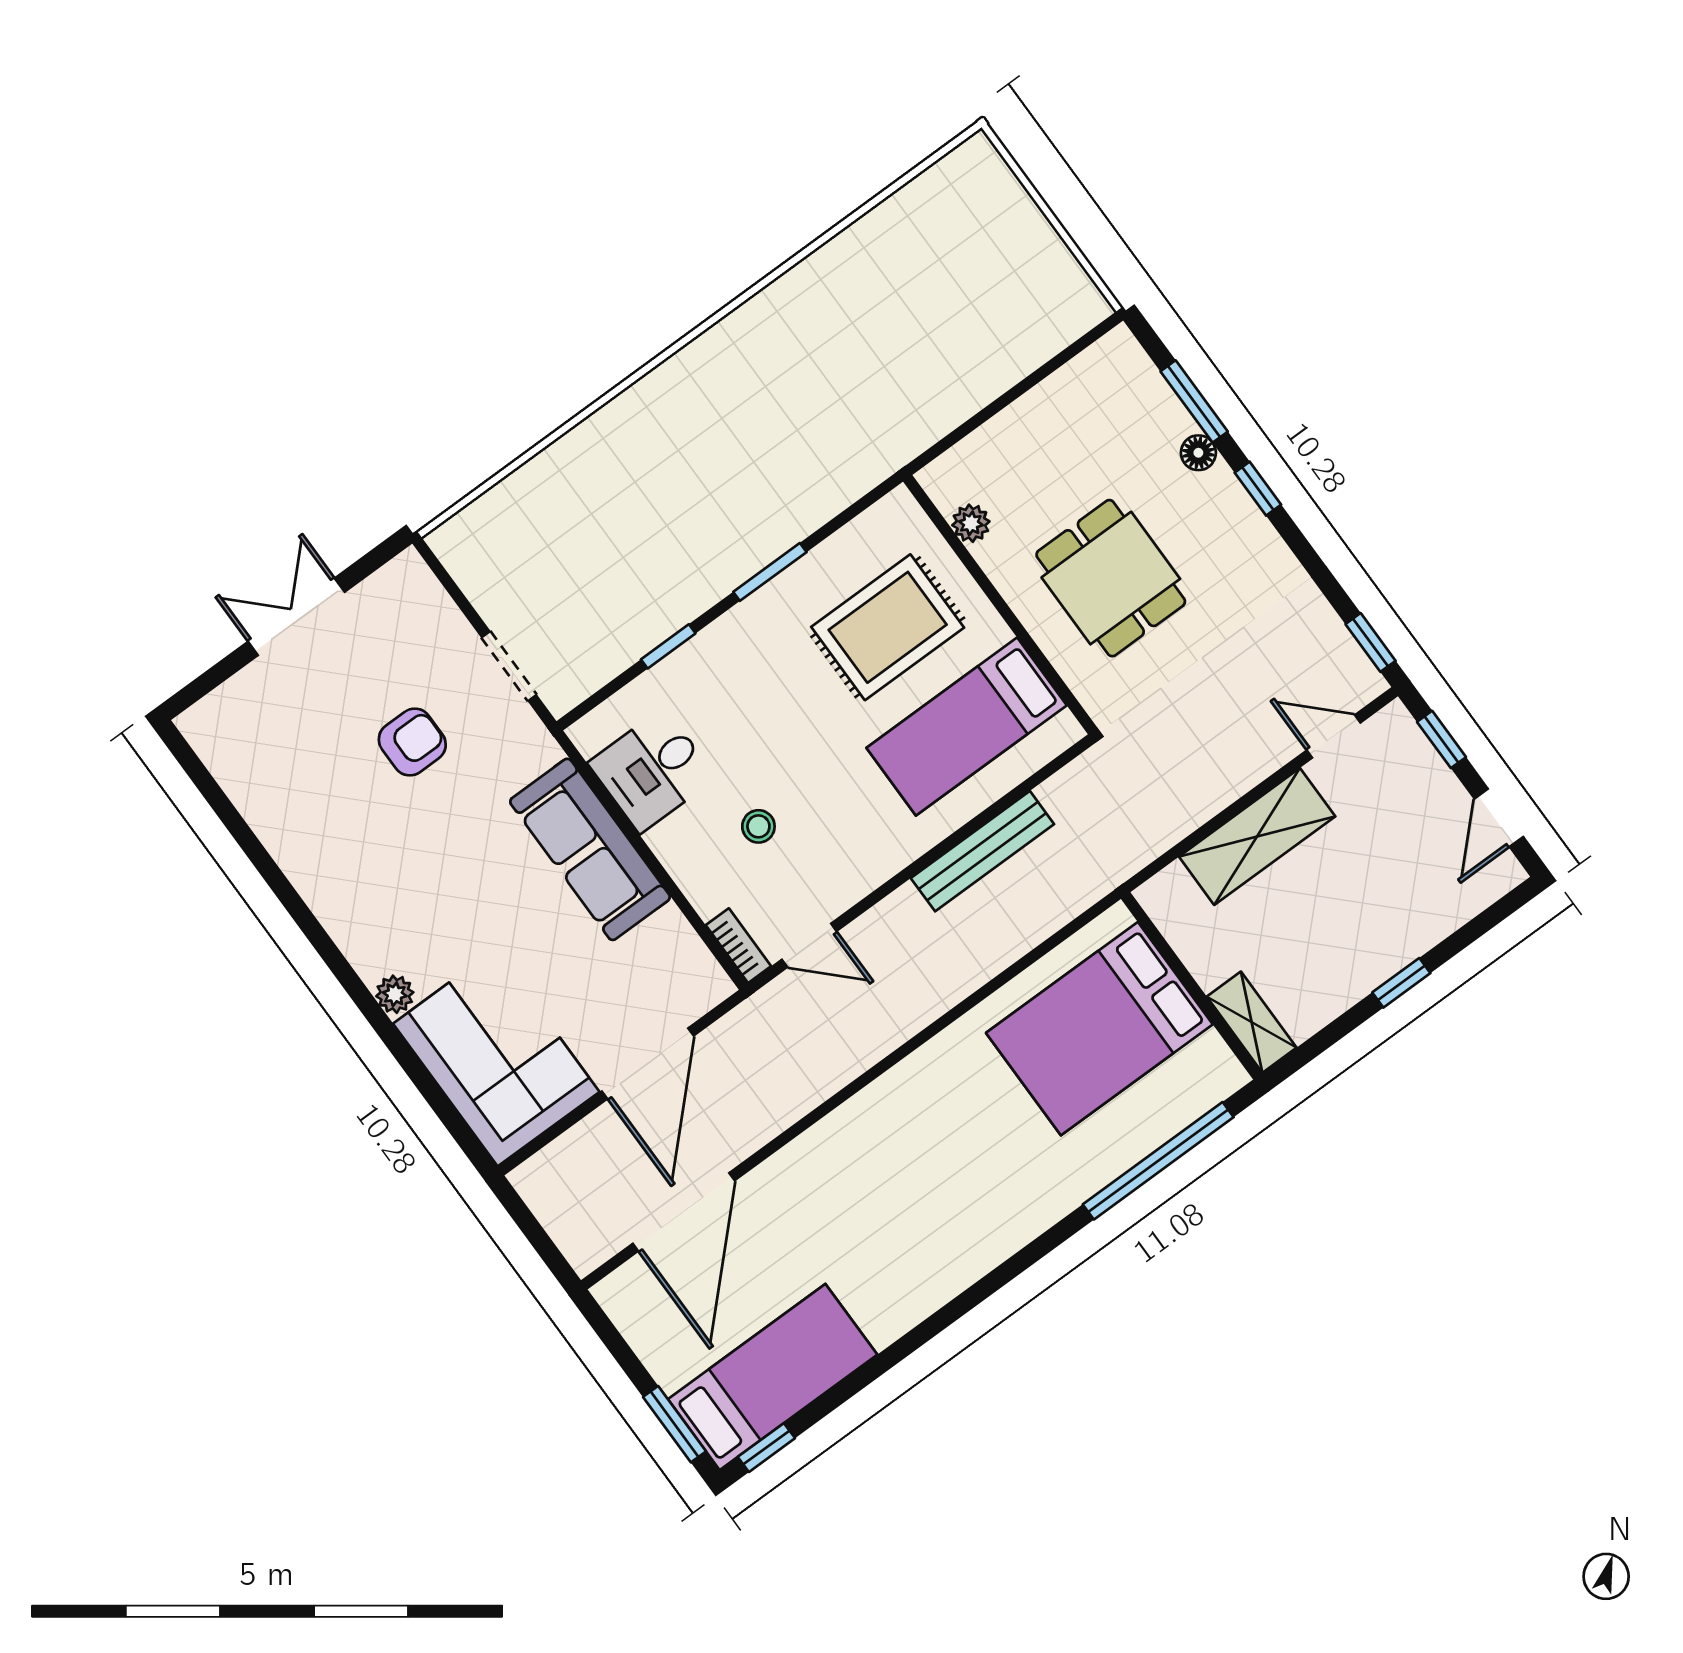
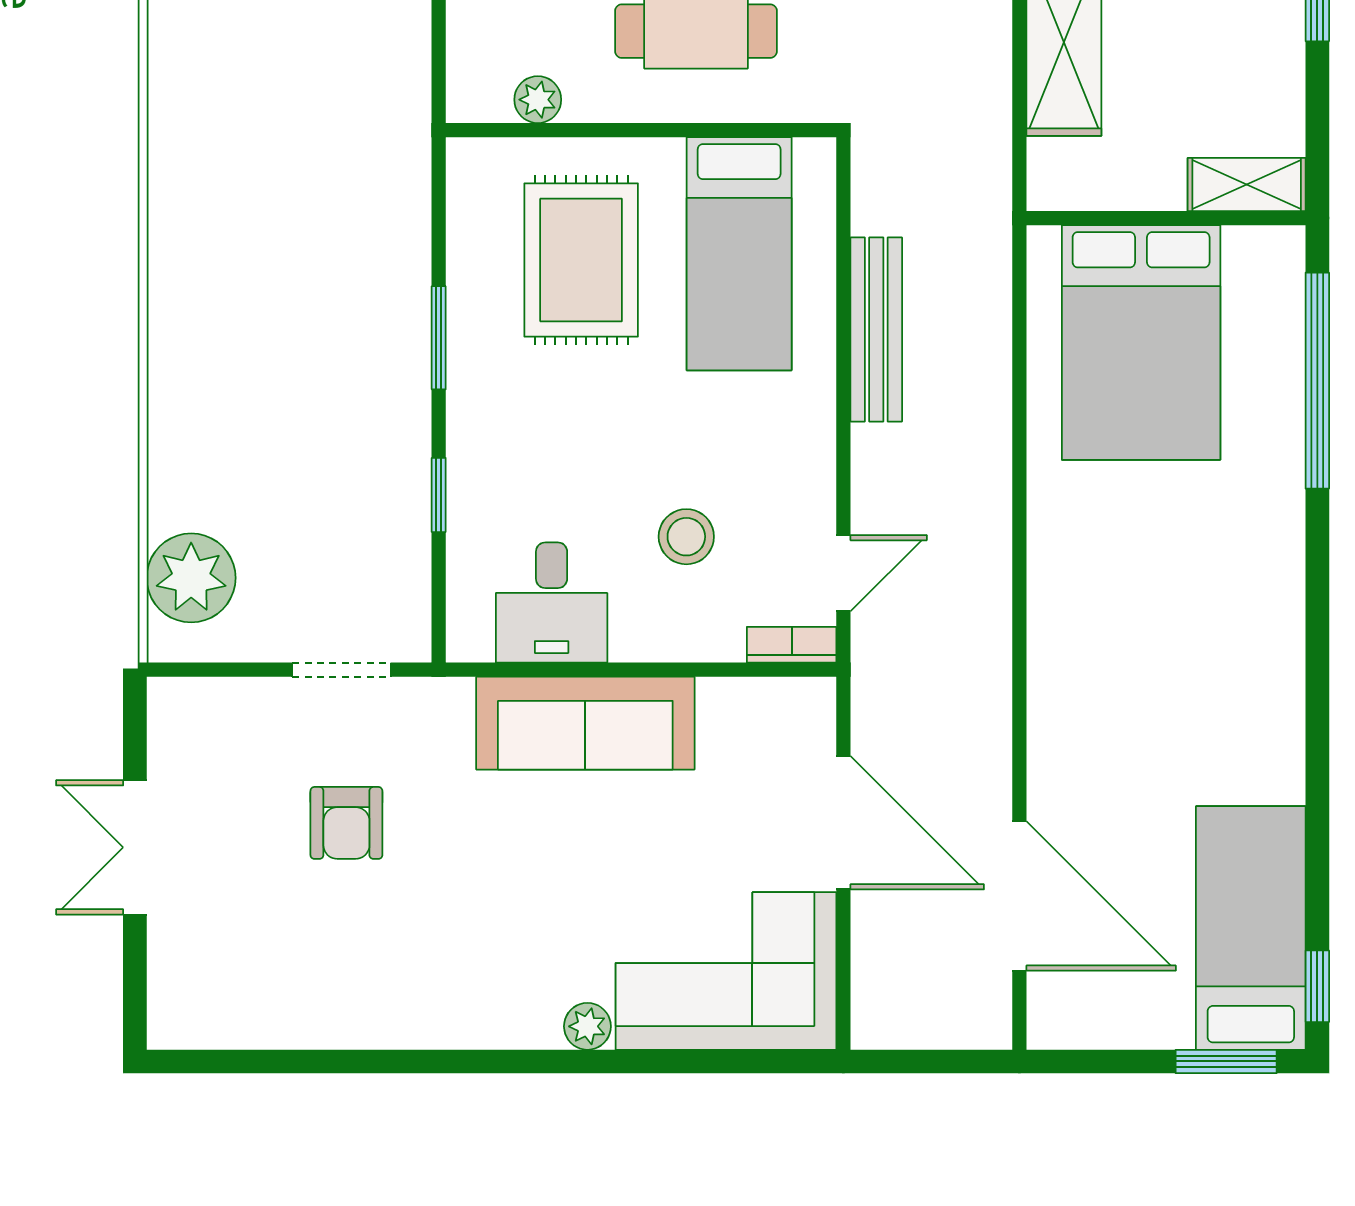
plant: (497, 525) -> (191, 578), added
armchair: (412, 742) -> (346, 823), turned 180
stool: (758, 826) -> (686, 537), width x1.37, depth x1.37

